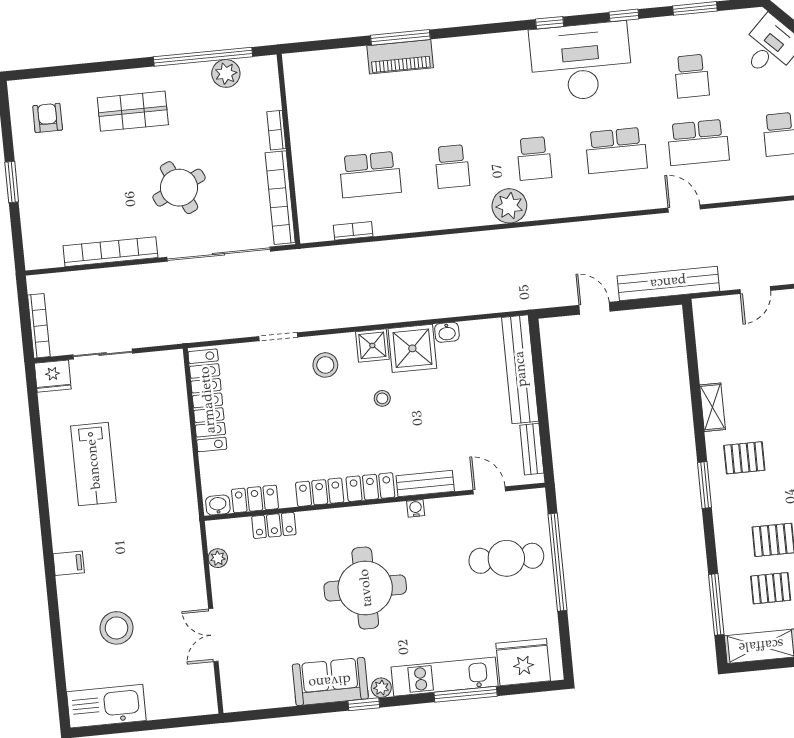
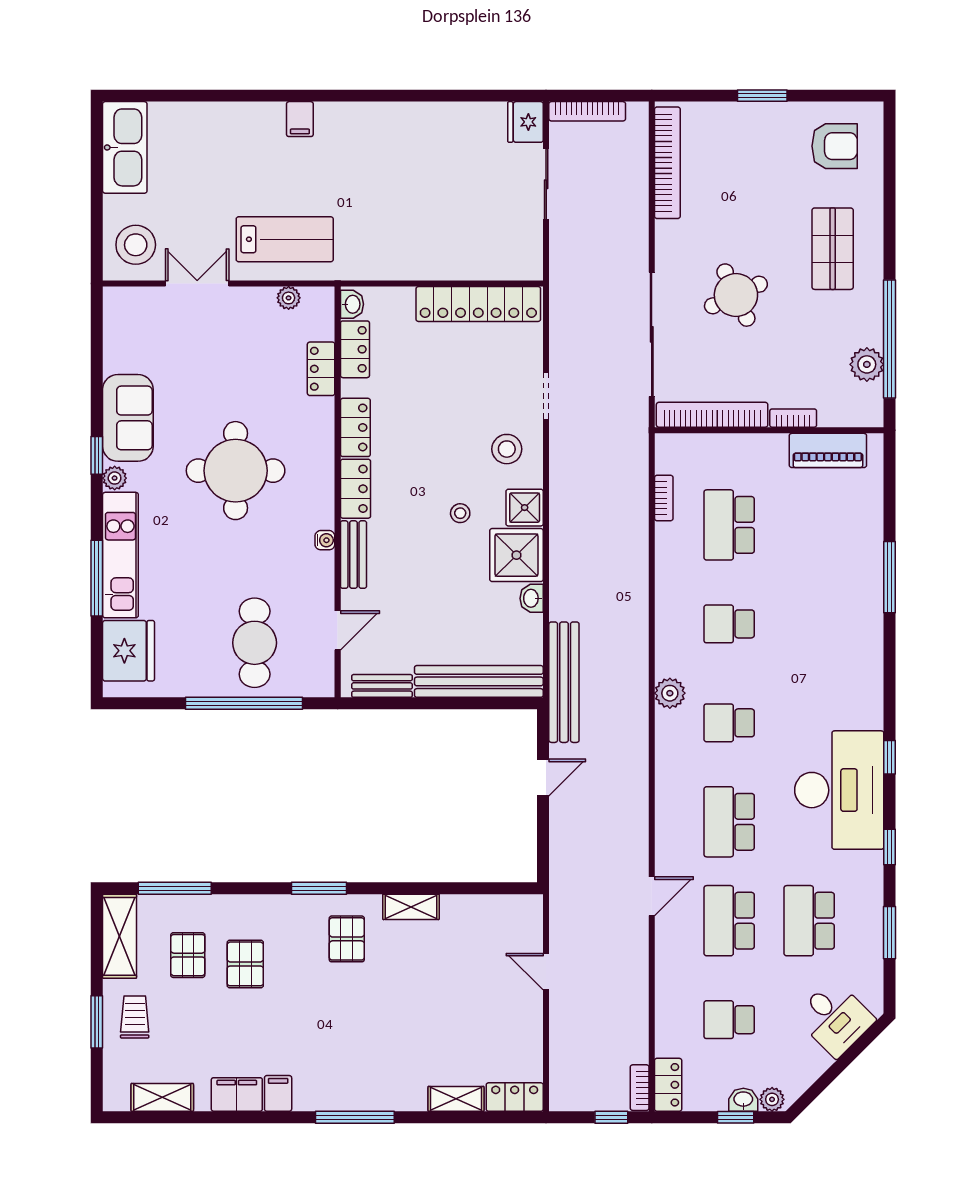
piano: (400, 57) -> (828, 450), moved, turned -90
school desk: (692, 76) -> (809, 921), width x1.85
armchair: (48, 118) -> (835, 146), width x1.38, depth x1.38
plant: (509, 206) -> (670, 693), width x0.73, depth x0.73
bookcase: (110, 252) -> (667, 163), moved
bench: (668, 283) -> (564, 682), moved
lab bench: (93, 464) -> (285, 239), moved, turned 180
stool: (117, 628) -> (136, 245), moved

